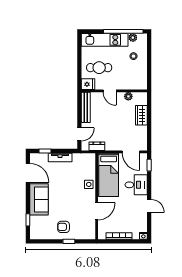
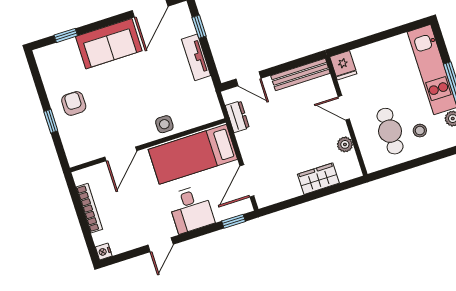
cafe table: (99, 68) -> (390, 131), moved
door: (110, 91) -> (344, 108), hinge flipped
door: (97, 211) -> (121, 154), hinge flipped

